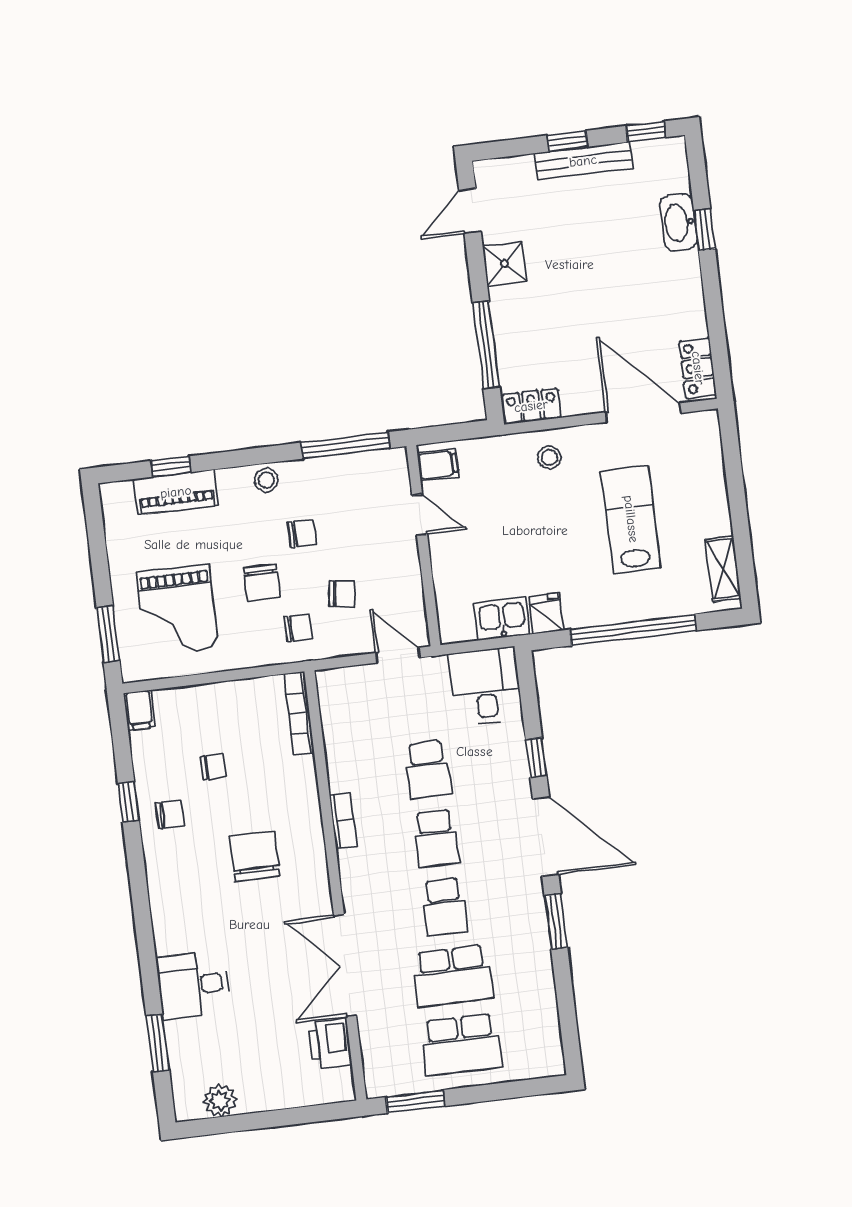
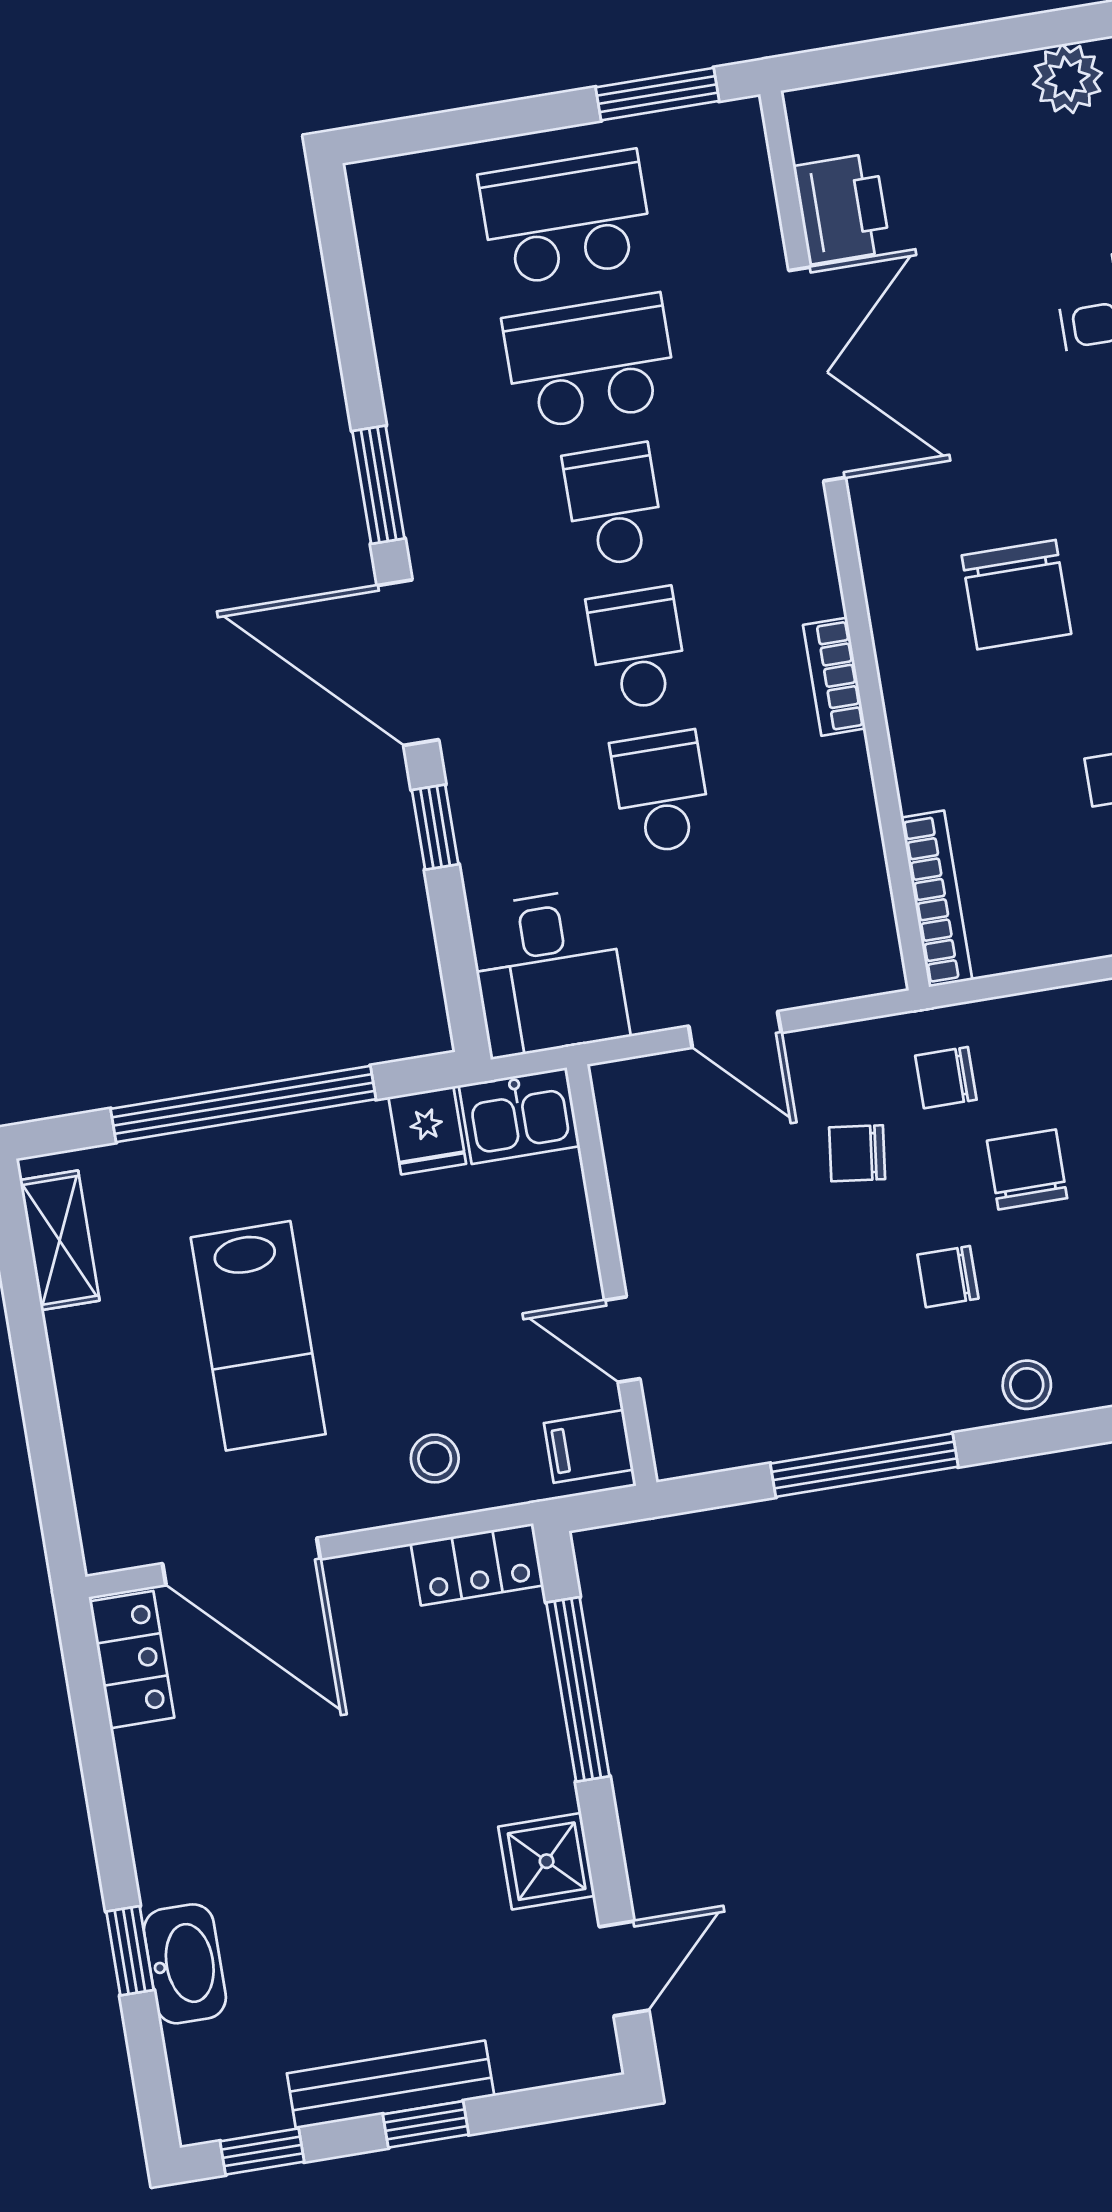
filing cabinet: (438, 465) -> (589, 1446), moved
door: (420, 515) -> (622, 1340), moved
wall: (423, 546) -> (612, 1275), moved

